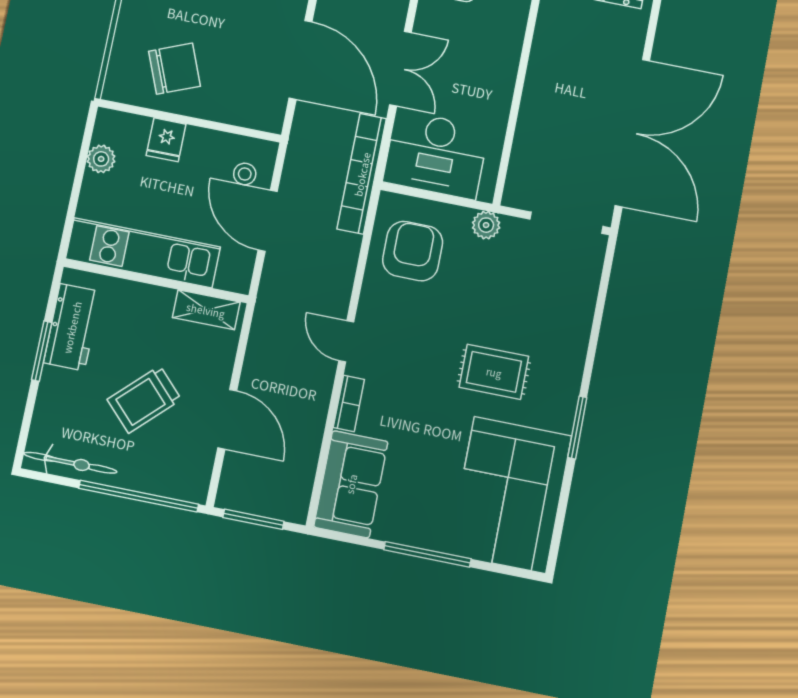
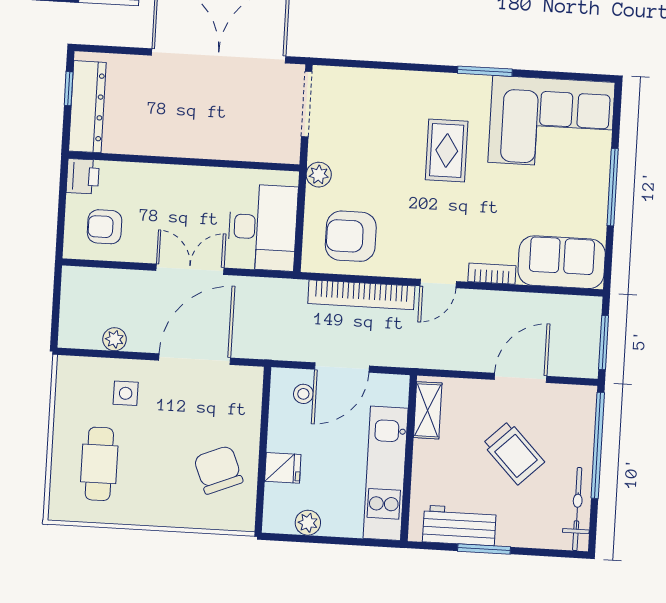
bookcase: (362, 174) -> (361, 295), moved

